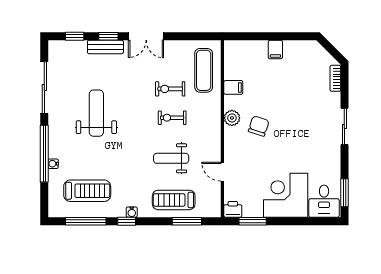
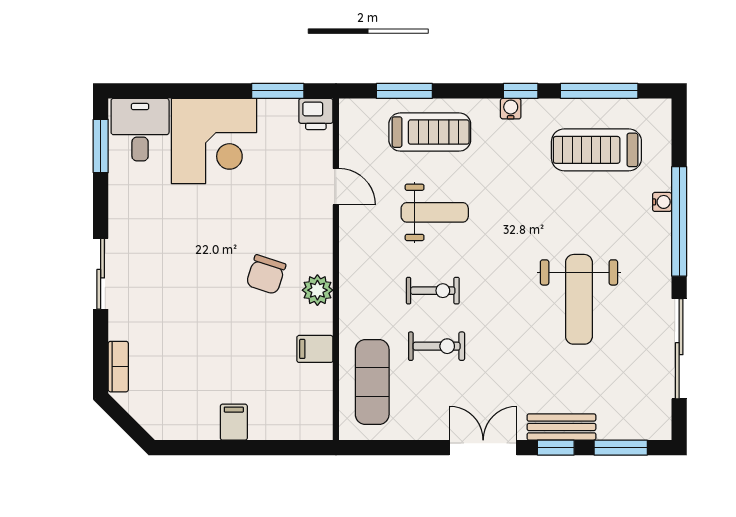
window: (75, 36) -> (621, 448), width x1.50

